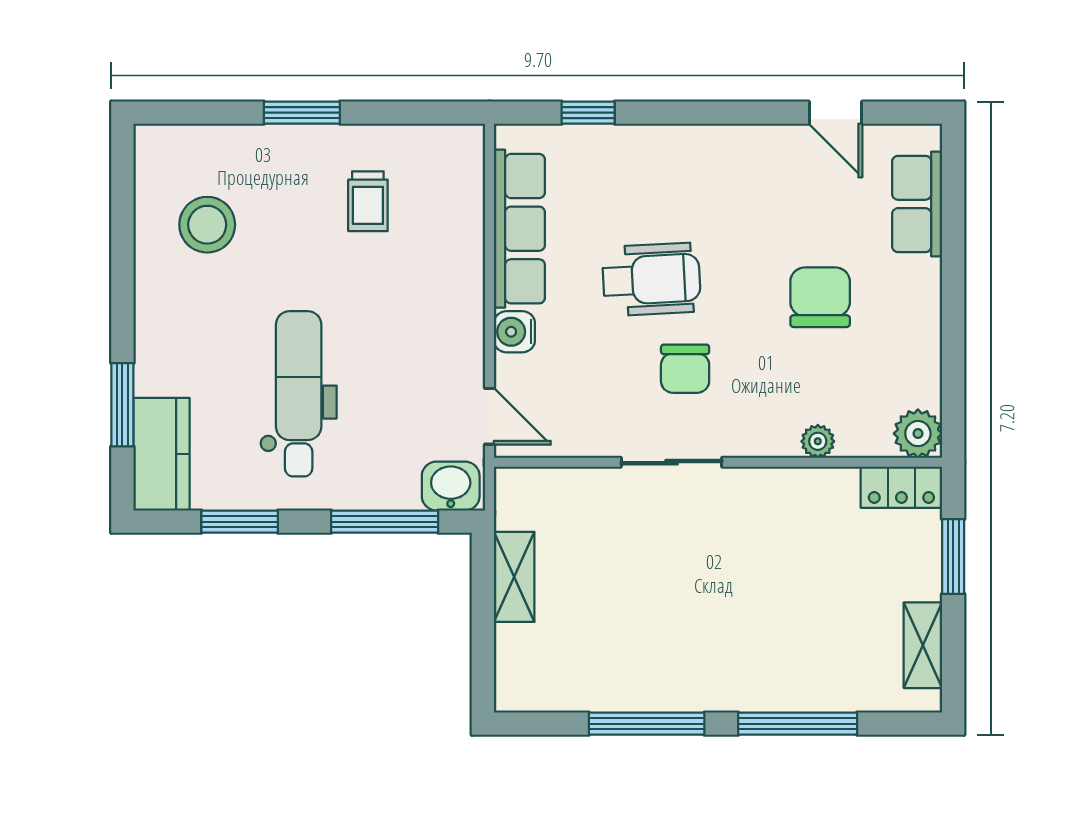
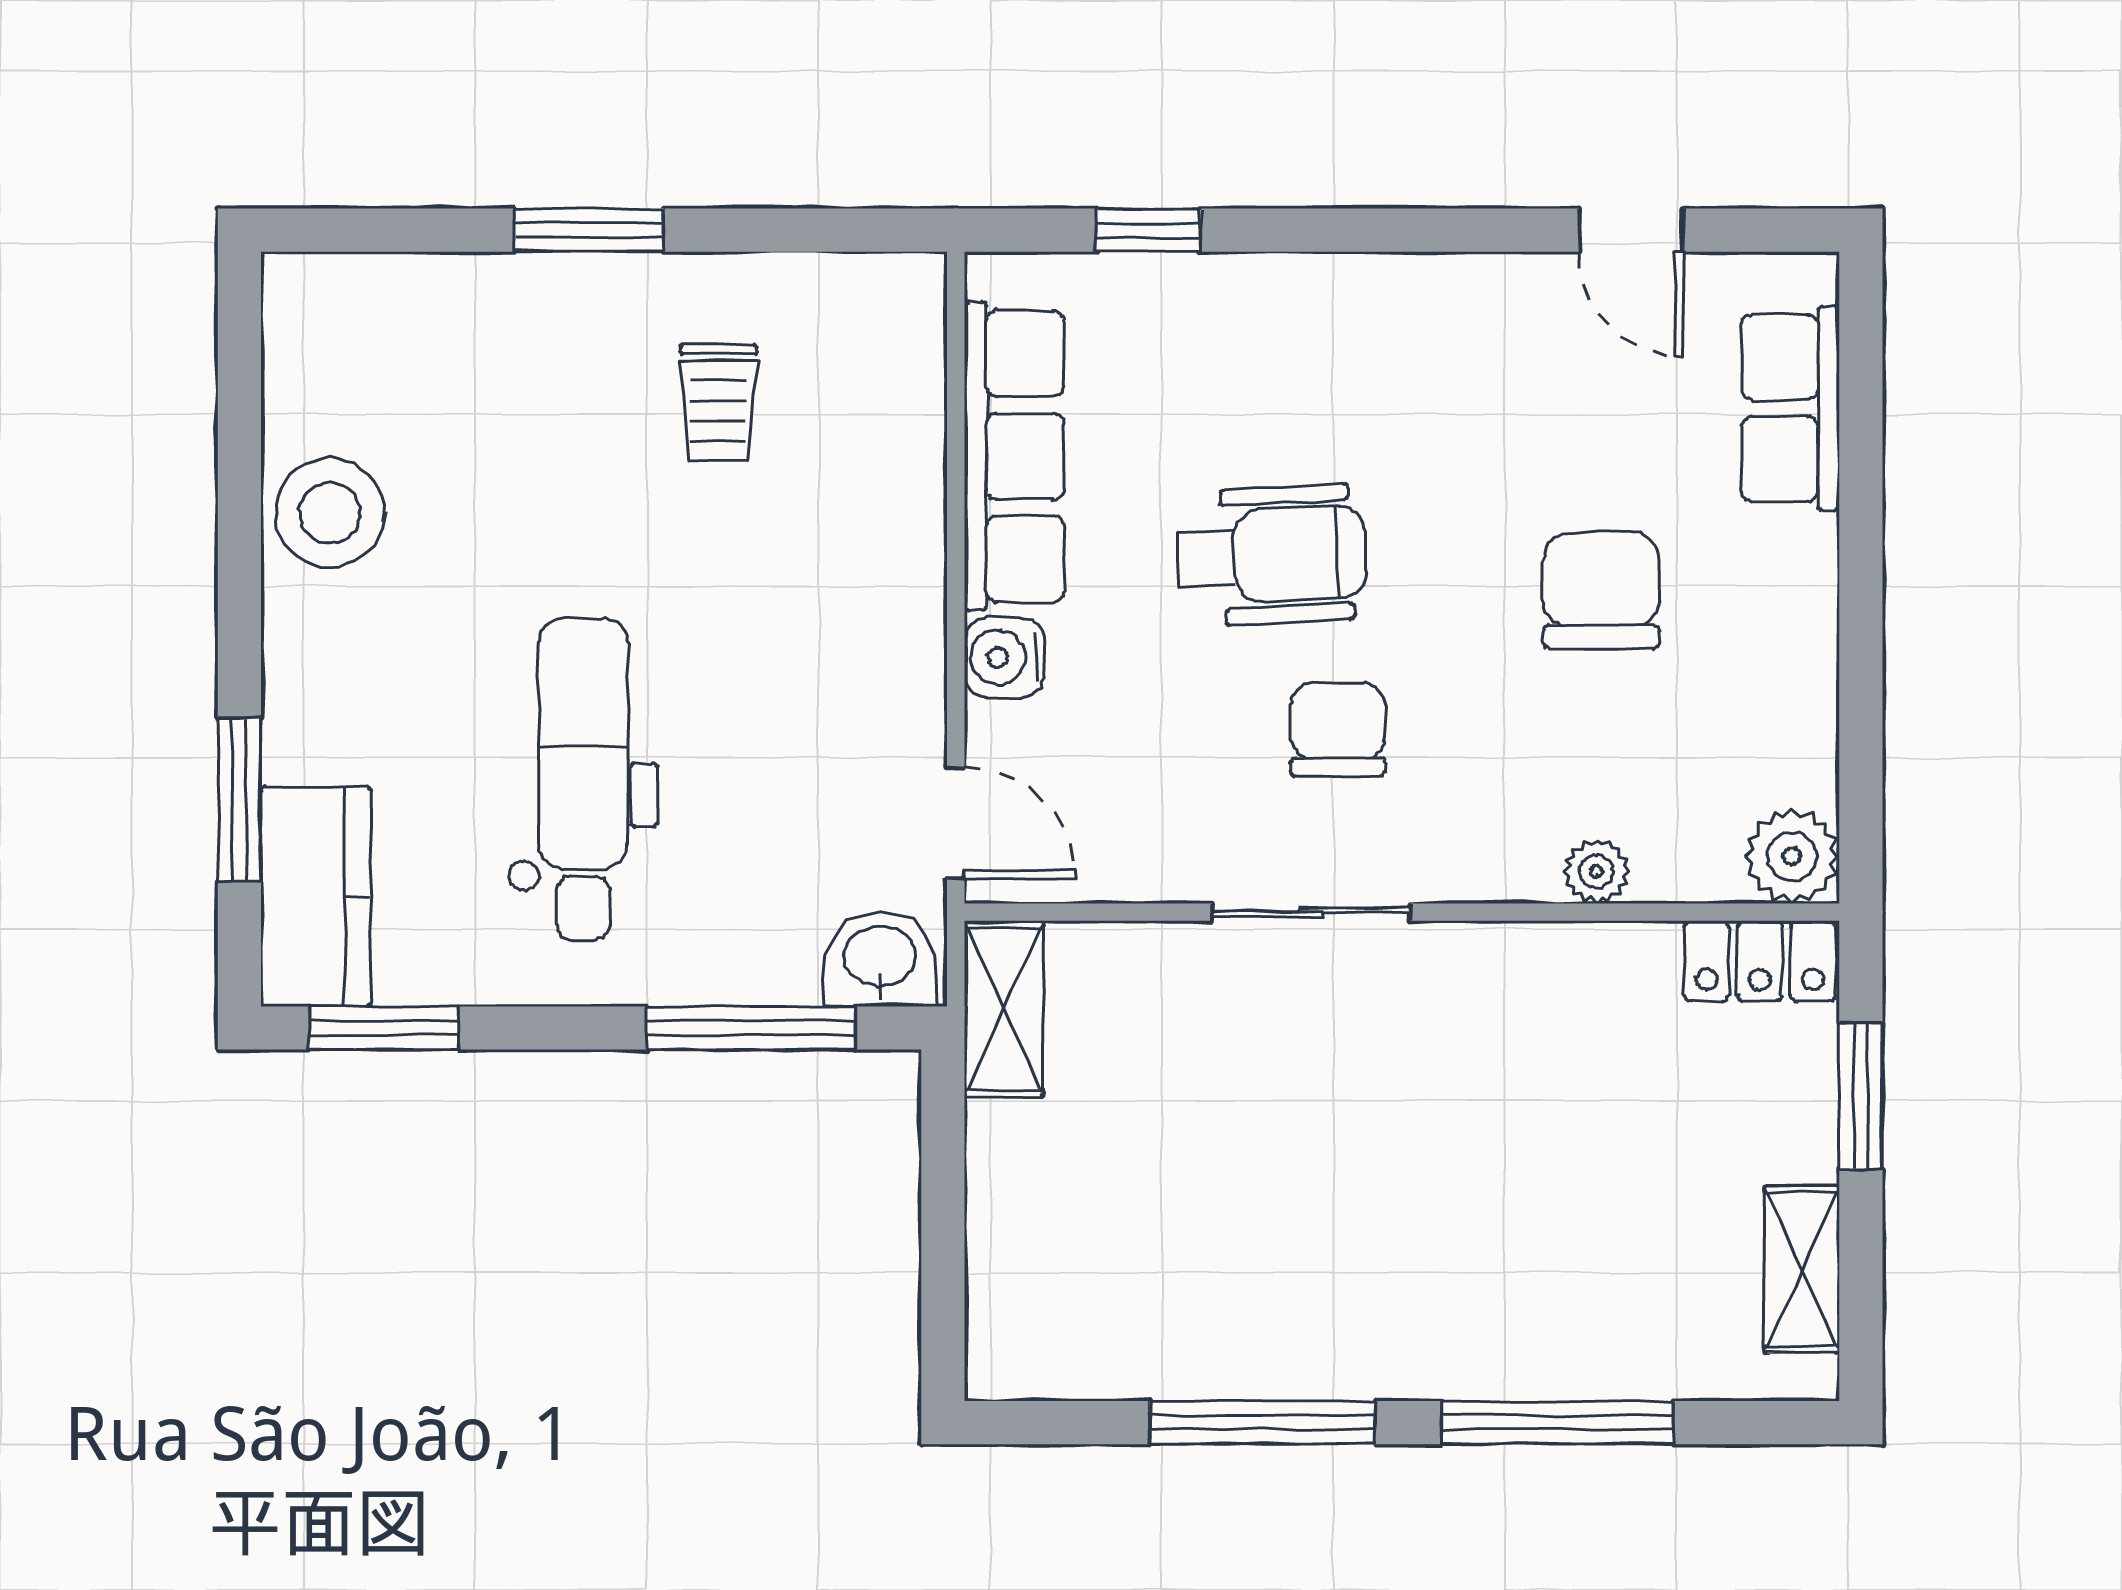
stool: (207, 225) -> (330, 513), moved
chair: (685, 369) -> (1338, 730), turned 180
window: (240, 522) -> (384, 1028), moved
shelving: (514, 577) -> (1004, 1009), moved

